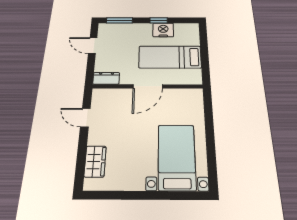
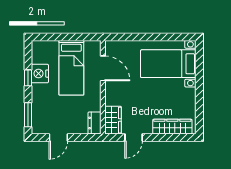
door: (148, 86) -> (103, 68), moved
wardrobe: (108, 96) -> (113, 120), added
wardrobe: (95, 161) -> (172, 127), width x1.50

